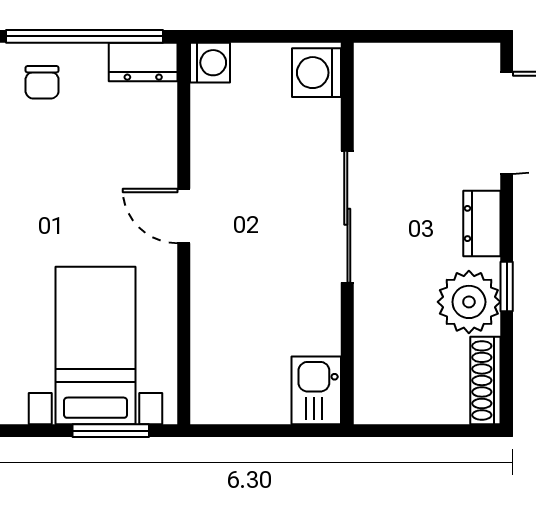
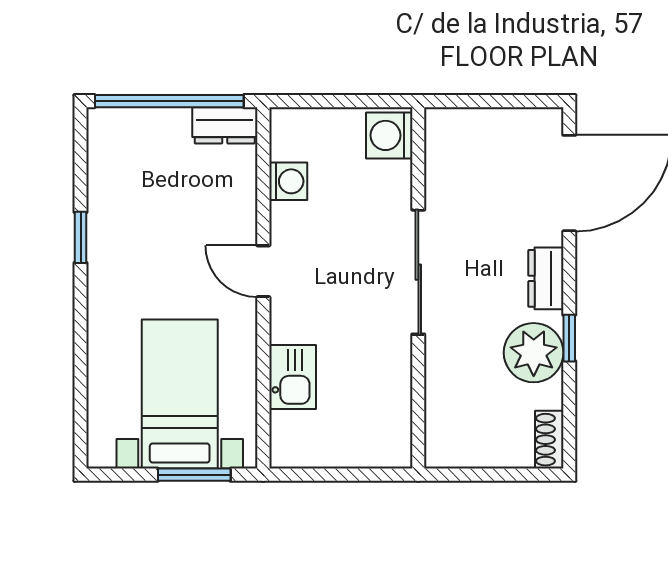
washing machine: (210, 63) -> (288, 181), moved
chair: (42, 82) -> (129, 145), removed
shoe rack: (485, 380) -> (549, 440), width x0.70
kitchen sink: (316, 390) -> (293, 377), moved, turned 180

